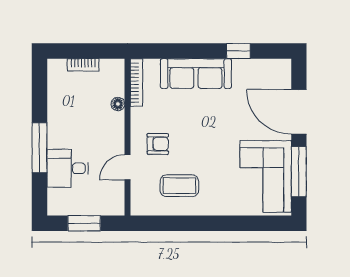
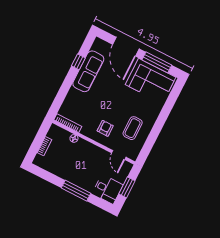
sofa: (196, 74) -> (88, 71), moved
door: (299, 112) -> (126, 47), hinge flipped
door: (127, 167) -> (119, 155), moved
desk: (68, 168) -> (108, 189), moved, turned -90

